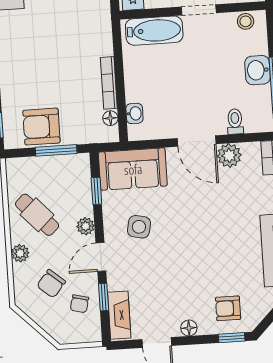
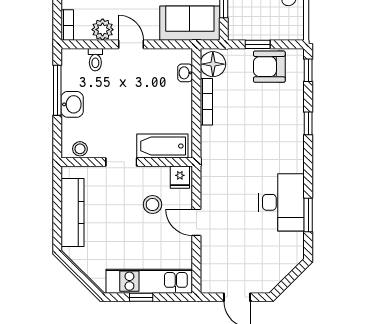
floor lamp: (110, 118) -> (213, 64), width x1.89, depth x1.89
armchair: (41, 127) -> (269, 67), turned 180
door: (197, 141) -> (131, 44), width x0.73
window: (56, 150) -> (258, 44), width x0.67

